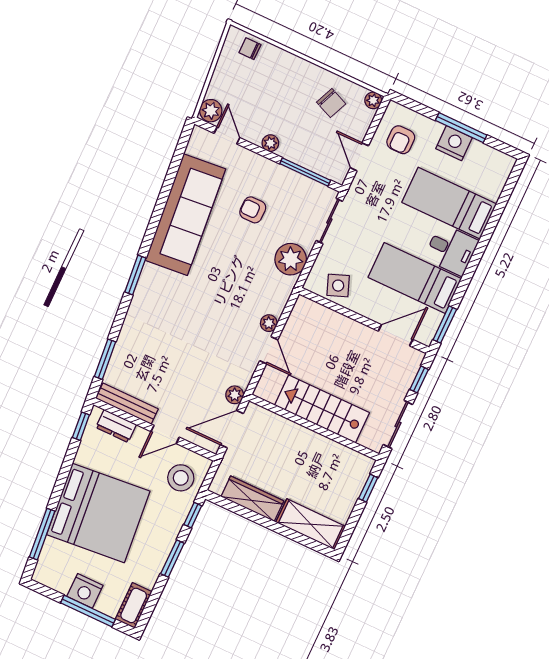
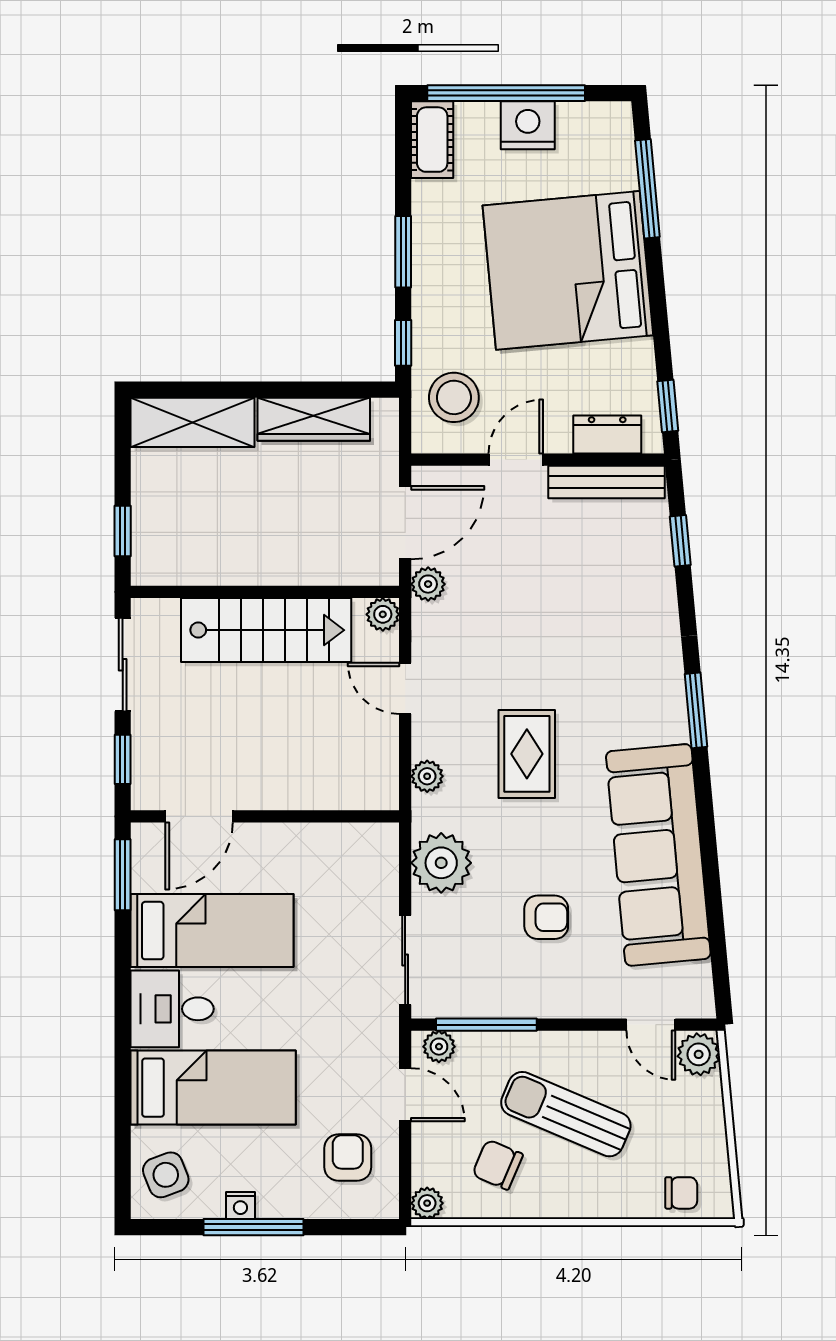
sun lounger: (287, 112) -> (566, 1114), added
plant: (270, 143) -> (439, 1047), moved
nightstand: (454, 143) -> (240, 1205), width x0.53, depth x0.56
side table: (338, 286) -> (166, 1175), moved
rug: (226, 292) -> (527, 754), added
plant: (269, 323) -> (427, 776), moved
window: (105, 359) -> (680, 541), width x0.67
plant: (263, 390) -> (383, 614), added
window: (88, 611) -> (506, 93), width x1.46

